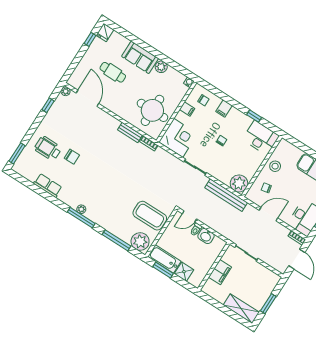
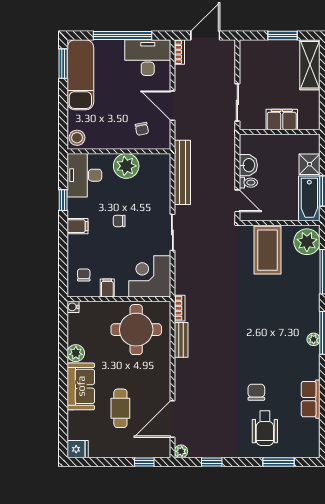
window: (90, 39) -> (144, 462), moved
filing cabinet: (224, 108) -> (78, 226), moved
window: (17, 153) -> (278, 462), moved
stool: (275, 166) -> (77, 138), moved
plant: (239, 183) -> (126, 166), moved

